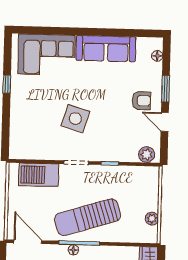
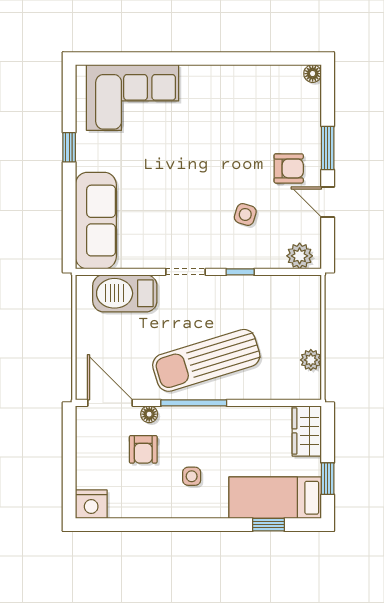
sofa: (106, 49) -> (96, 221), moved, turned -90
floor lamp: (157, 56) -> (313, 74), moved
side table: (75, 119) -> (245, 214), moved, width x0.54, depth x0.54
floor lamp: (73, 250) -> (149, 414), moved

